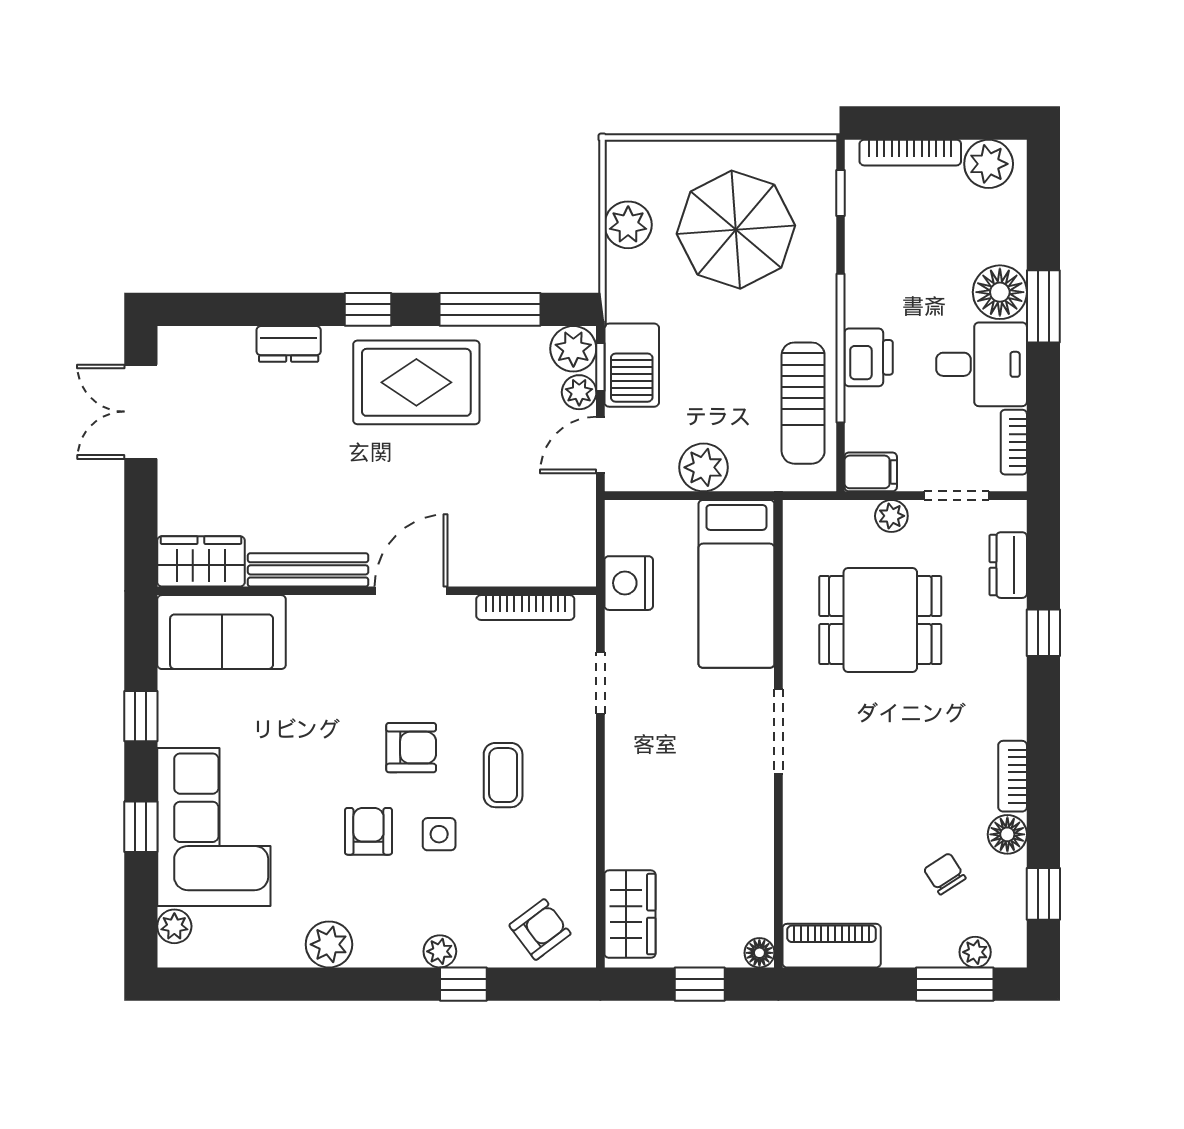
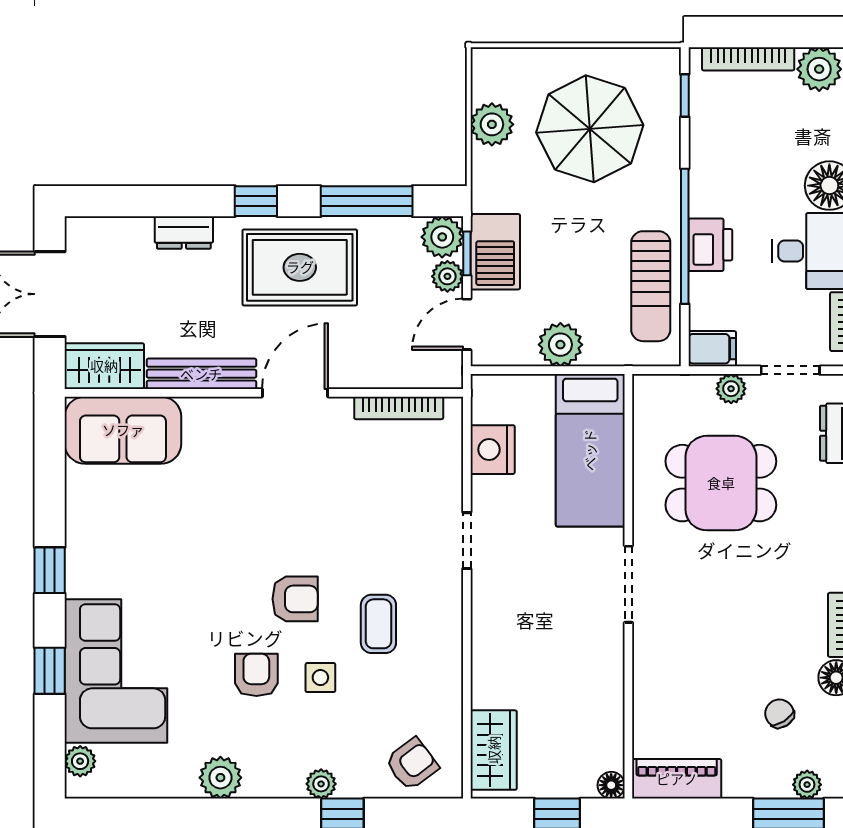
wardrobe: (201, 561) -> (104, 366), moved
bench: (308, 570) -> (201, 374), moved
wall: (377, 591) -> (264, 393), moved
door: (411, 591) -> (295, 393), moved
bookcase: (525, 608) -> (399, 408), moved
sofa: (222, 632) -> (123, 430), moved

